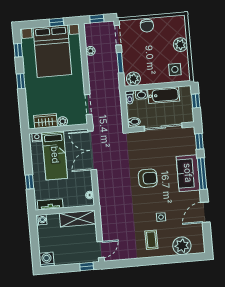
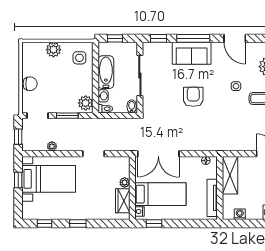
bed with nightstands: (52, 51) -> (49, 179), width x0.73
doorway: (88, 104) -> (93, 154), moved
window: (29, 182) -> (154, 223), moved
tv unit: (50, 204) -> (212, 198), width x1.41
washing machine: (41, 220) -> (240, 214), moved

